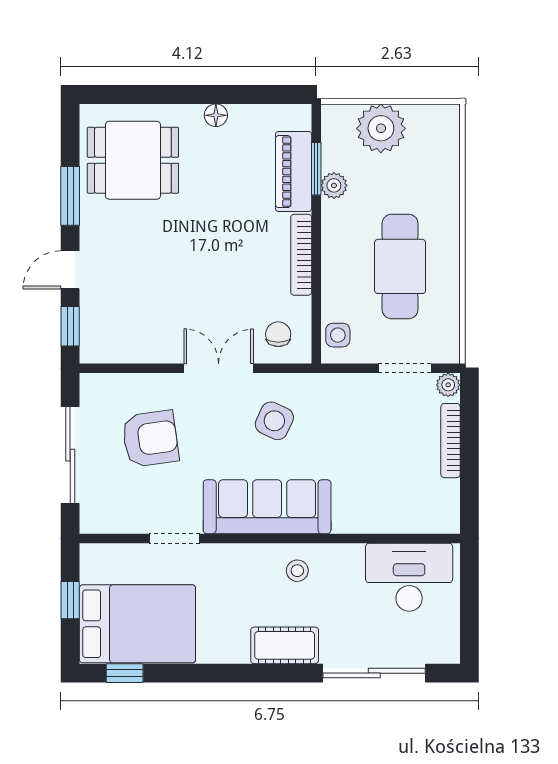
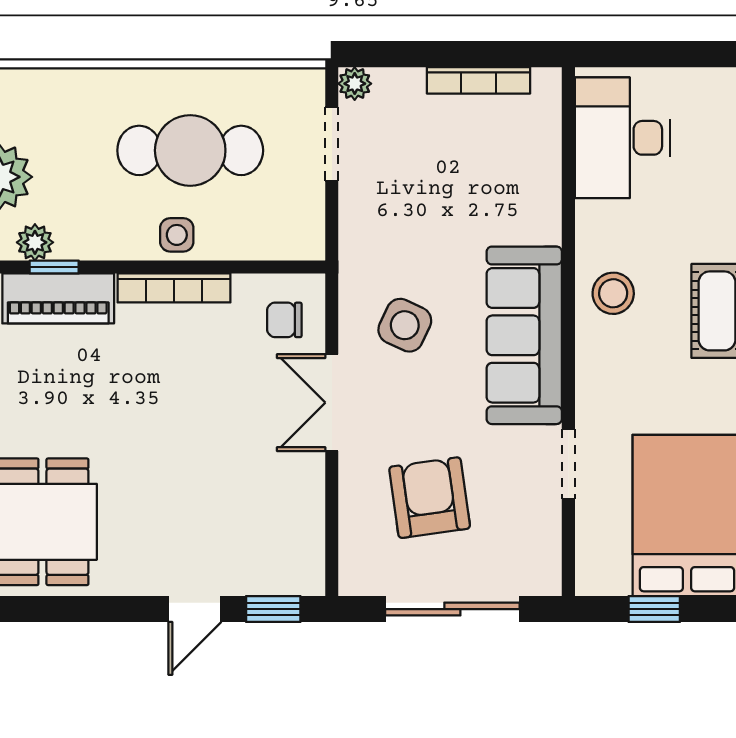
window: (316, 169) -> (54, 267), width x0.67
plant: (334, 185) -> (35, 242), moved
window: (70, 196) -> (92, 609), removed
door: (70, 270) -> (195, 609), hinge flipped
side table: (338, 335) -> (177, 235), moved
bookcase: (451, 441) -> (478, 80), moved
stool: (297, 571) -> (613, 293), width x1.37, depth x1.37

